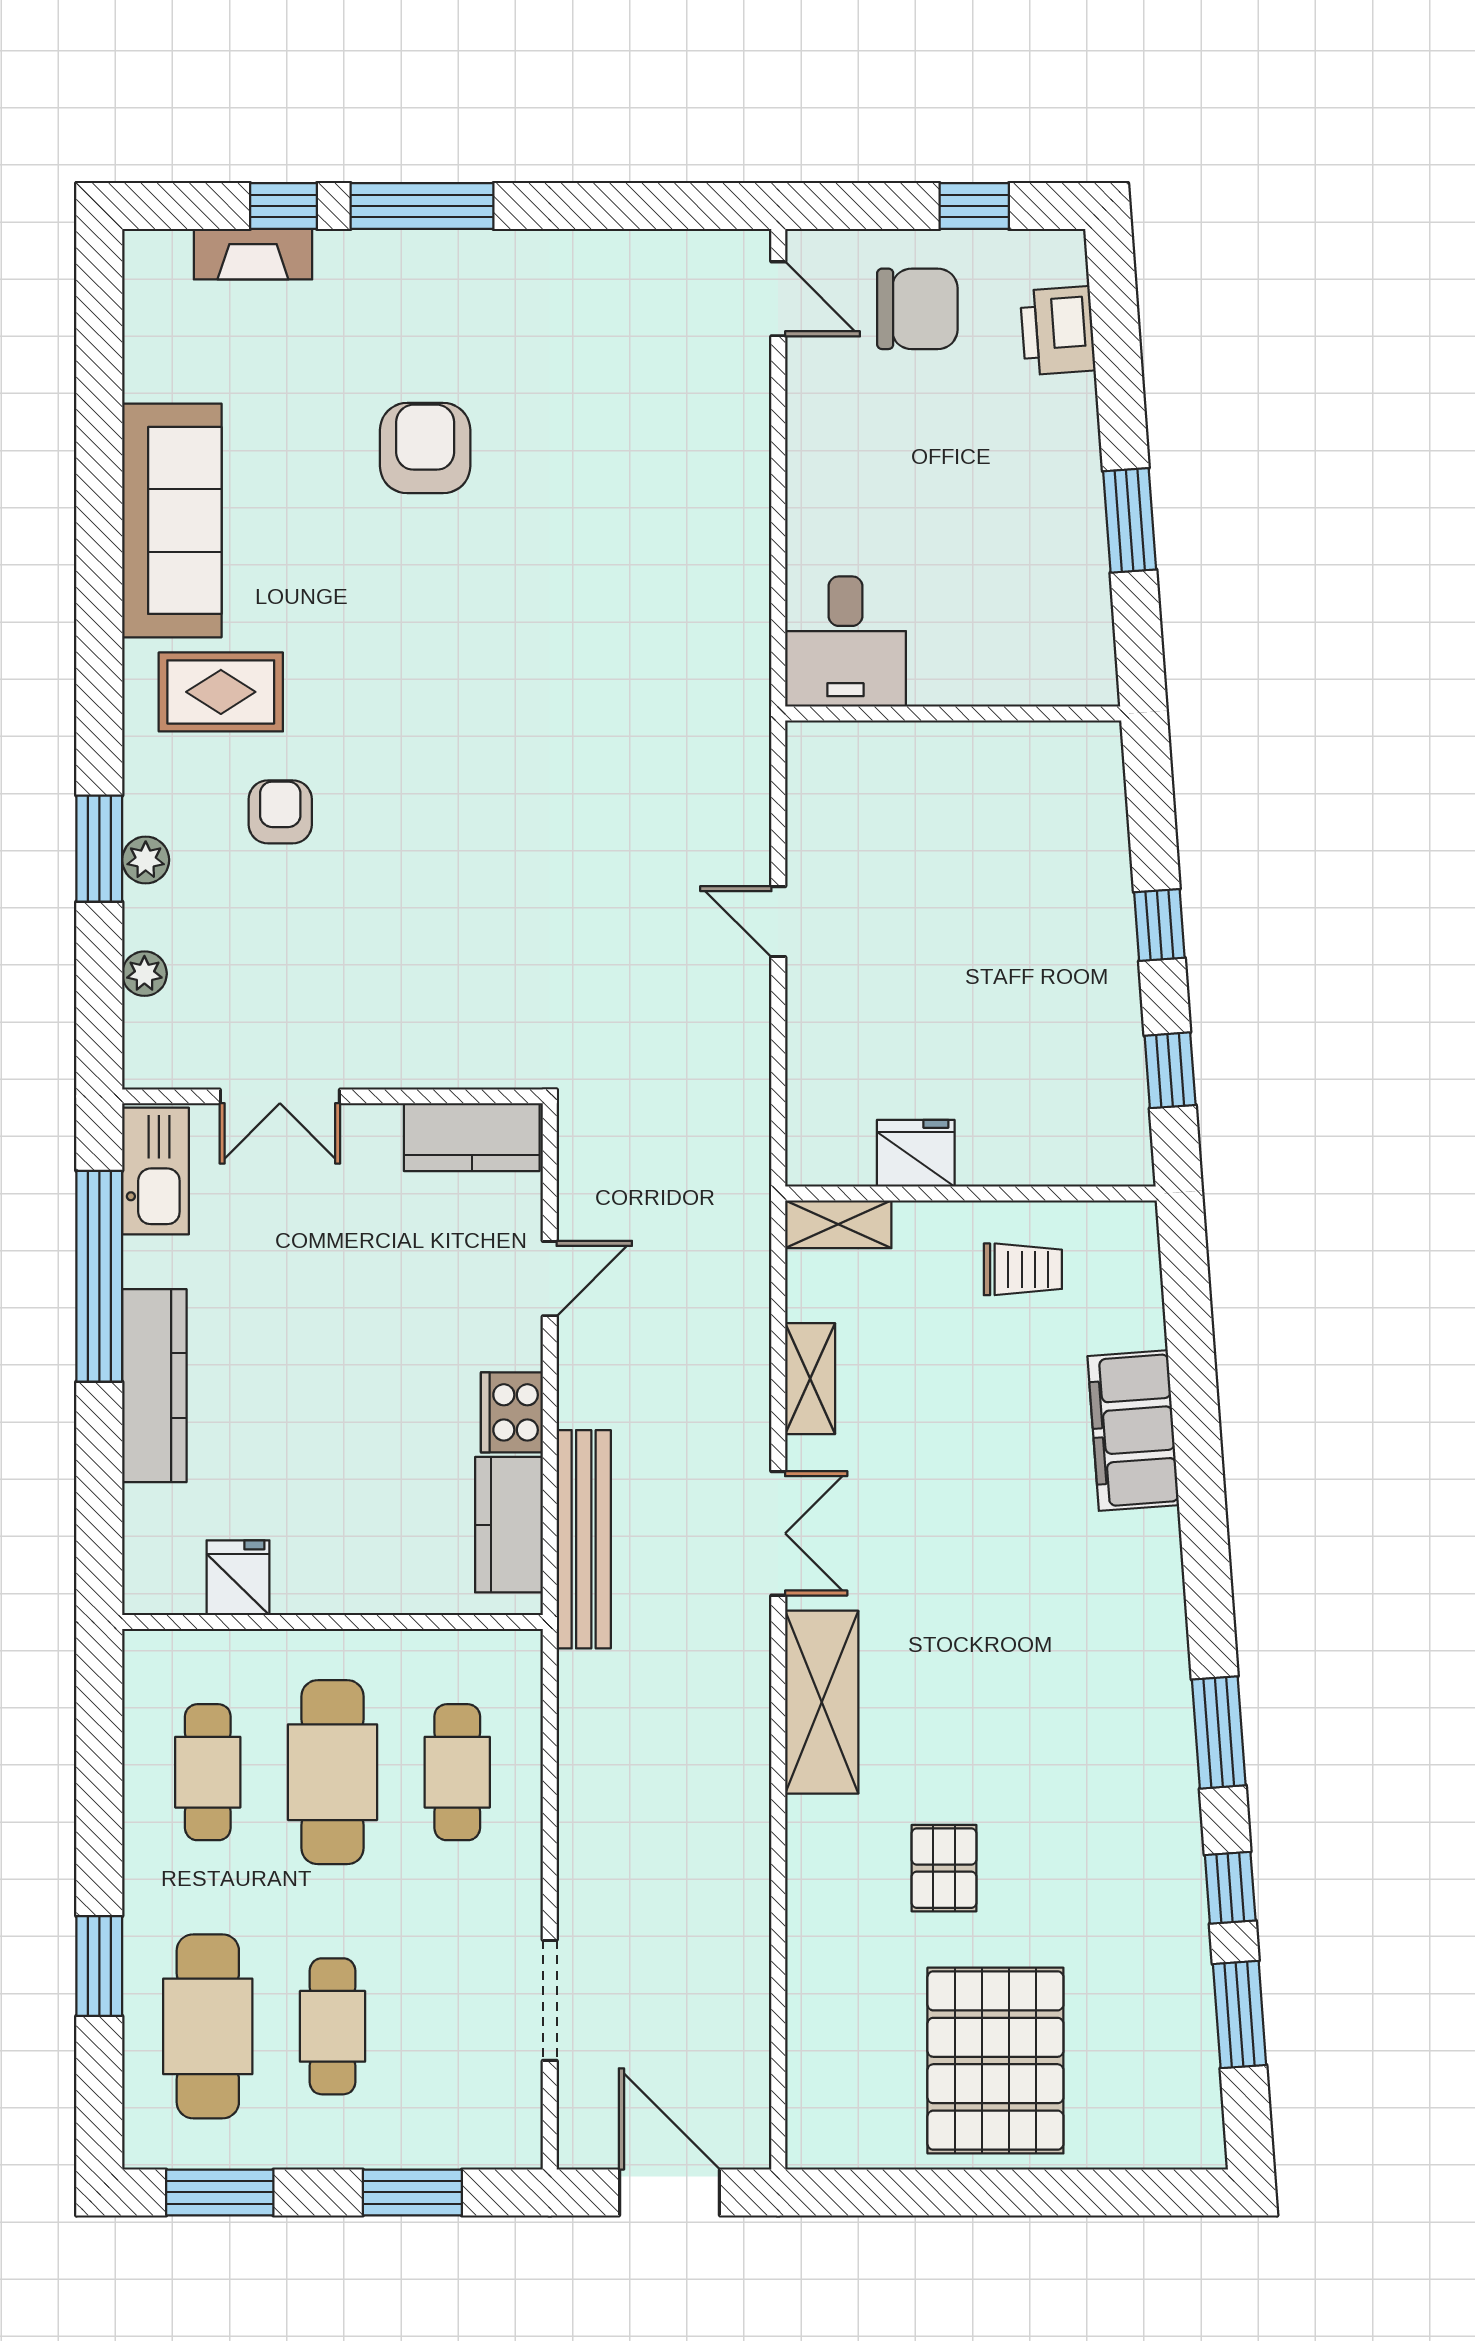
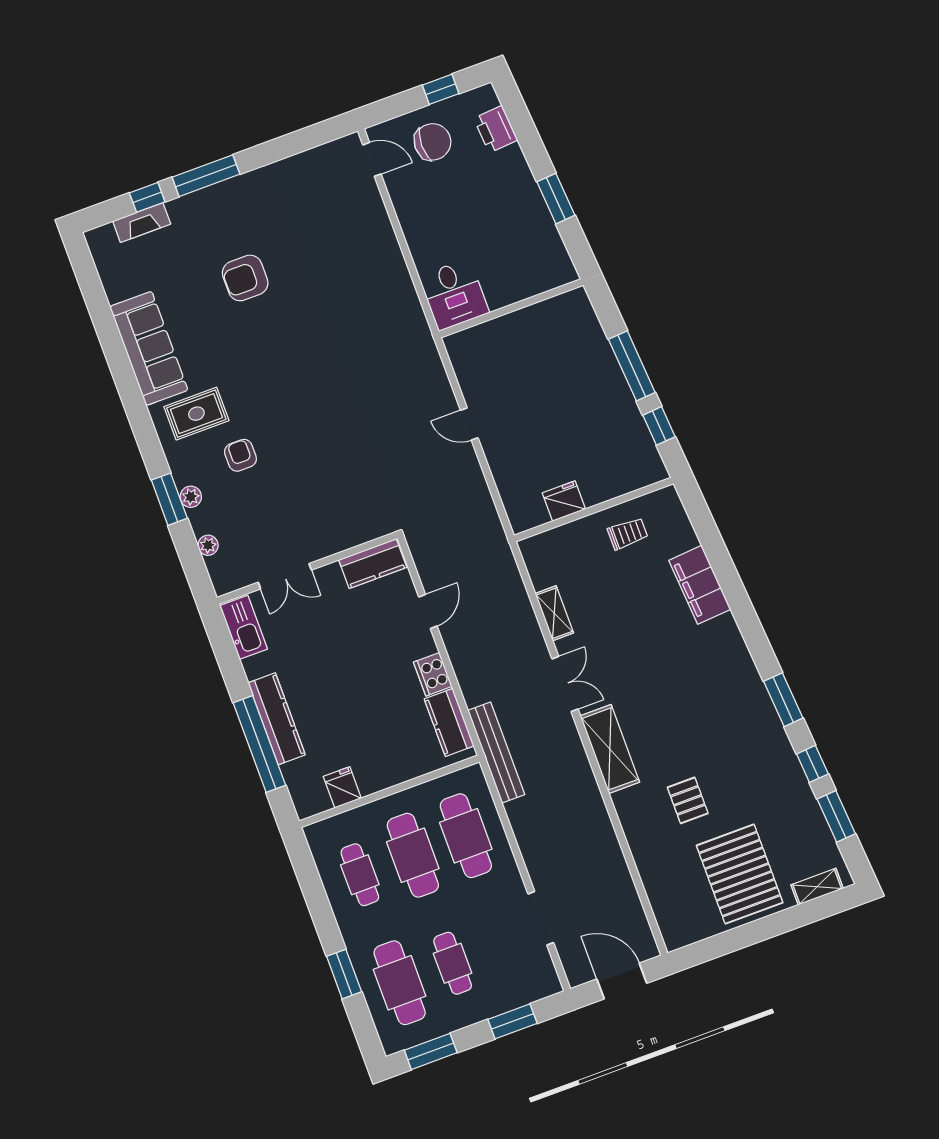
armchair: (425, 448) -> (245, 278), turned -90
window: (1159, 925) -> (632, 366), width x2.17
shelving: (838, 1224) -> (817, 887), moved
window: (99, 1276) -> (259, 744), moved
bench: (584, 1539) -> (496, 753), moved
cafe table: (457, 1772) -> (466, 836), width x1.37, depth x1.35

